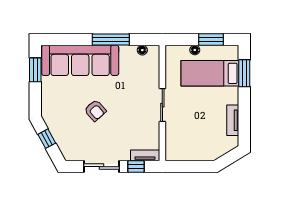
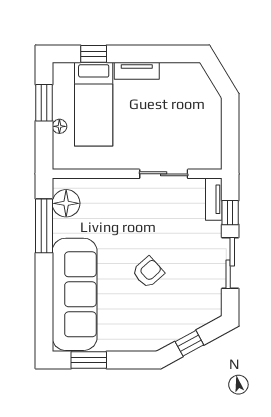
window: (111, 39) -> (44, 226), moved
floor lamp: (142, 50) -> (66, 203), width x1.89, depth x1.89
window: (244, 73) -> (94, 54), width x0.67
sliding door: (162, 105) -> (164, 174), moved
tv unit: (233, 120) -> (137, 71), moved

